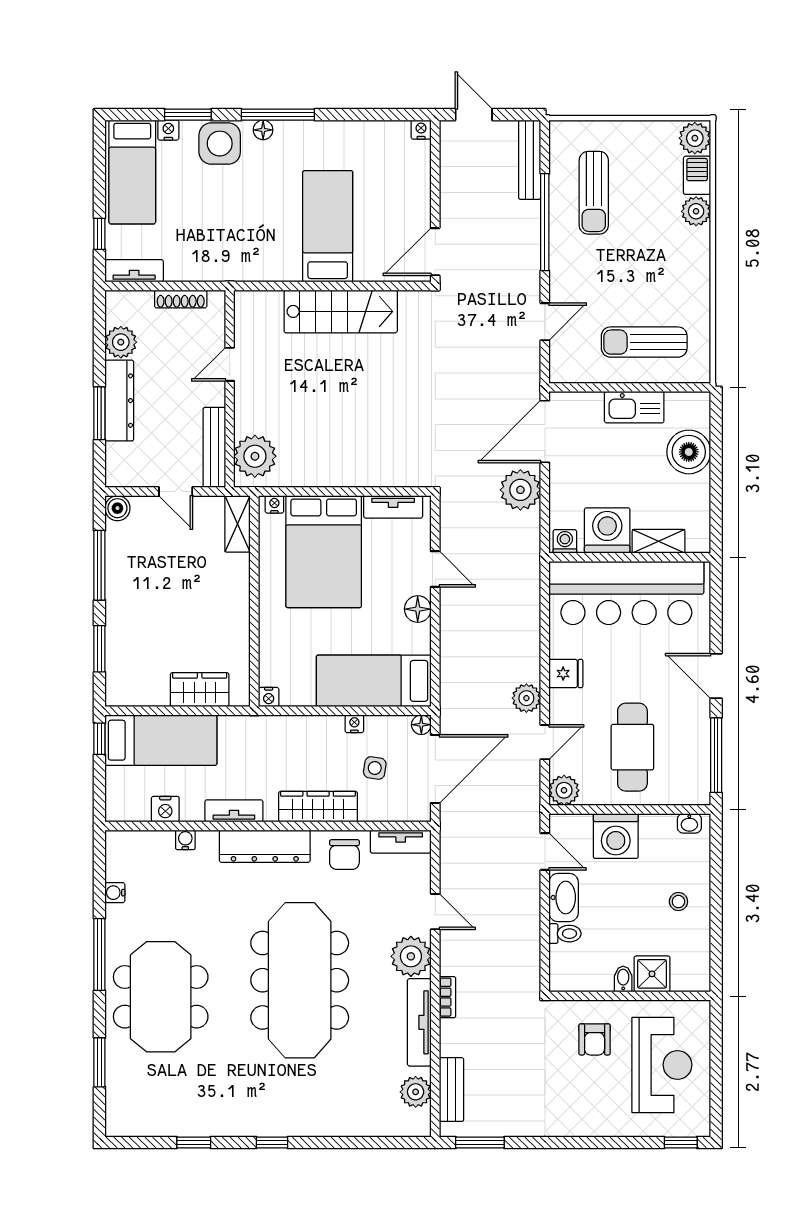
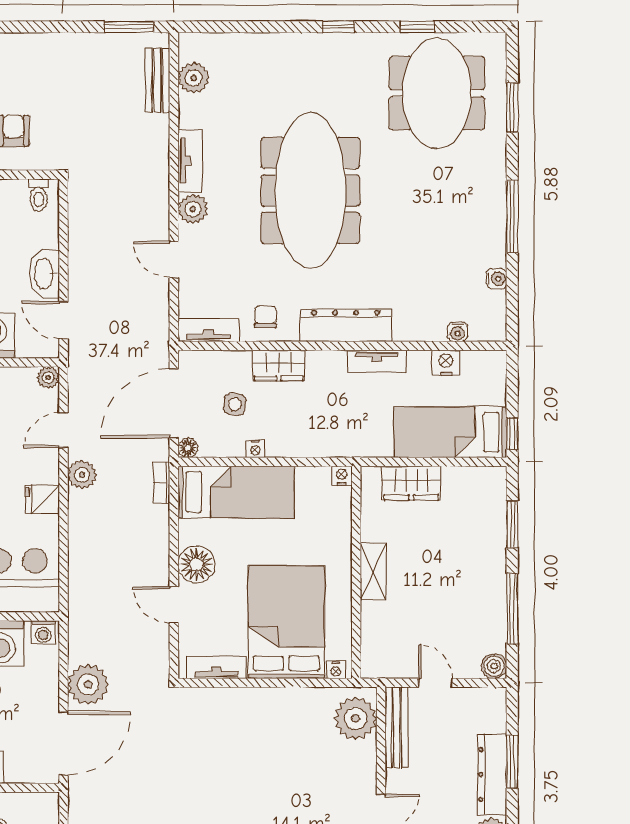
shelving: (237, 524) -> (373, 571), moved
floor lamp: (418, 609) -> (196, 564), width x1.38, depth x1.38
plant: (564, 790) -> (48, 378), width x0.73, depth x0.73
wardrobe: (318, 807) -> (279, 365), width x0.67
water cooler: (185, 840) -> (457, 332), moved
chair: (344, 855) -> (265, 317), width x0.73, depth x0.73
toilet: (565, 934) -> (39, 195), moved, turned -90
plant: (411, 956) -> (193, 209), width x0.73, depth x0.73
meeting table: (161, 997) -> (437, 93), moved
bookcase: (448, 997) -> (161, 483), moved
tv unit: (419, 1022) -> (190, 161), width x0.71

